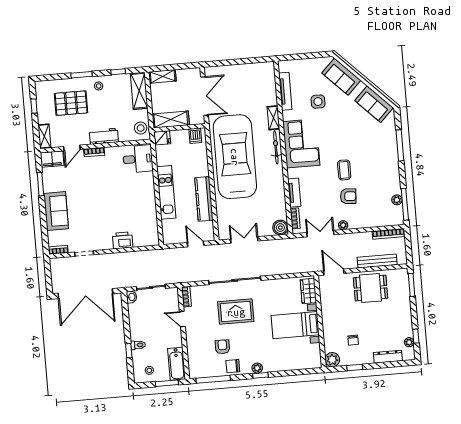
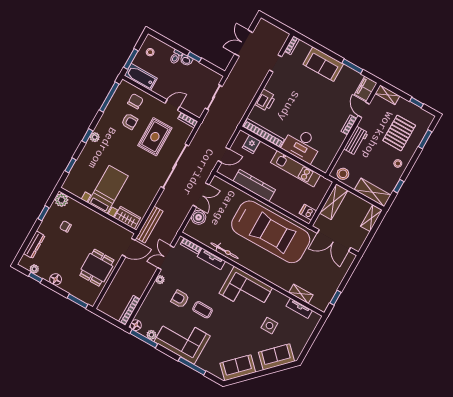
window: (254, 60) -> (336, 298), added
window: (81, 75) -> (425, 139), moved
tv unit: (285, 91) -> (299, 308), width x0.71
shelving: (273, 118) -> (301, 294), moved
fridge: (162, 138) -> (251, 144), moved
bicycle: (276, 147) -> (225, 251), moved
desk: (138, 159) -> (302, 145), moved, width x1.37
corner sofa: (382, 170) -> (182, 339), added
kitchen unit: (166, 192) -> (295, 169), moved
armchair: (348, 196) -> (180, 299), turned 86
floor lamp: (398, 219) -> (136, 325), added
bookcase: (152, 222) -> (264, 133), added
boiler: (280, 228) -> (199, 217), moved
double door: (320, 234) -> (166, 257), swing flipped
bench: (377, 261) -> (150, 225), moved
double door: (85, 294) -> (244, 43), width x0.54
washbasin: (132, 297) -> (186, 60), moved
rug: (236, 312) -> (155, 137), moved
floor lamp: (406, 317) -> (56, 279), added
window: (129, 351) -> (194, 57), moved
chair: (233, 366) -> (135, 101), moved
window: (296, 372) -> (71, 165), added

